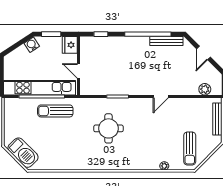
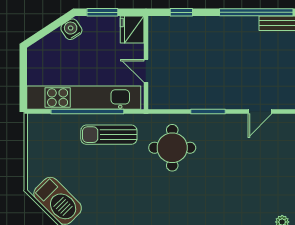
door: (161, 96) -> (260, 112), moved
round table: (108, 128) -> (172, 148), moved

